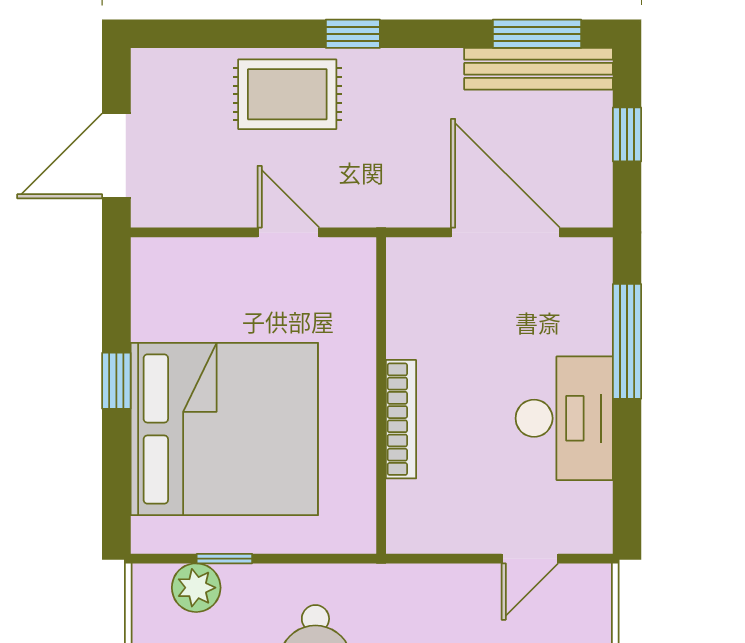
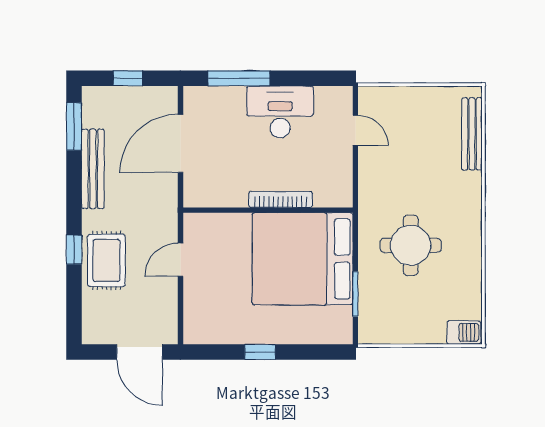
window: (353, 34) -> (74, 250), moved
bench: (538, 69) -> (93, 169), moved
bed: (224, 429) -> (303, 259), moved, turned -90
window: (224, 559) -> (355, 294), width x1.50
plant: (196, 588) -> (371, 309), removed

